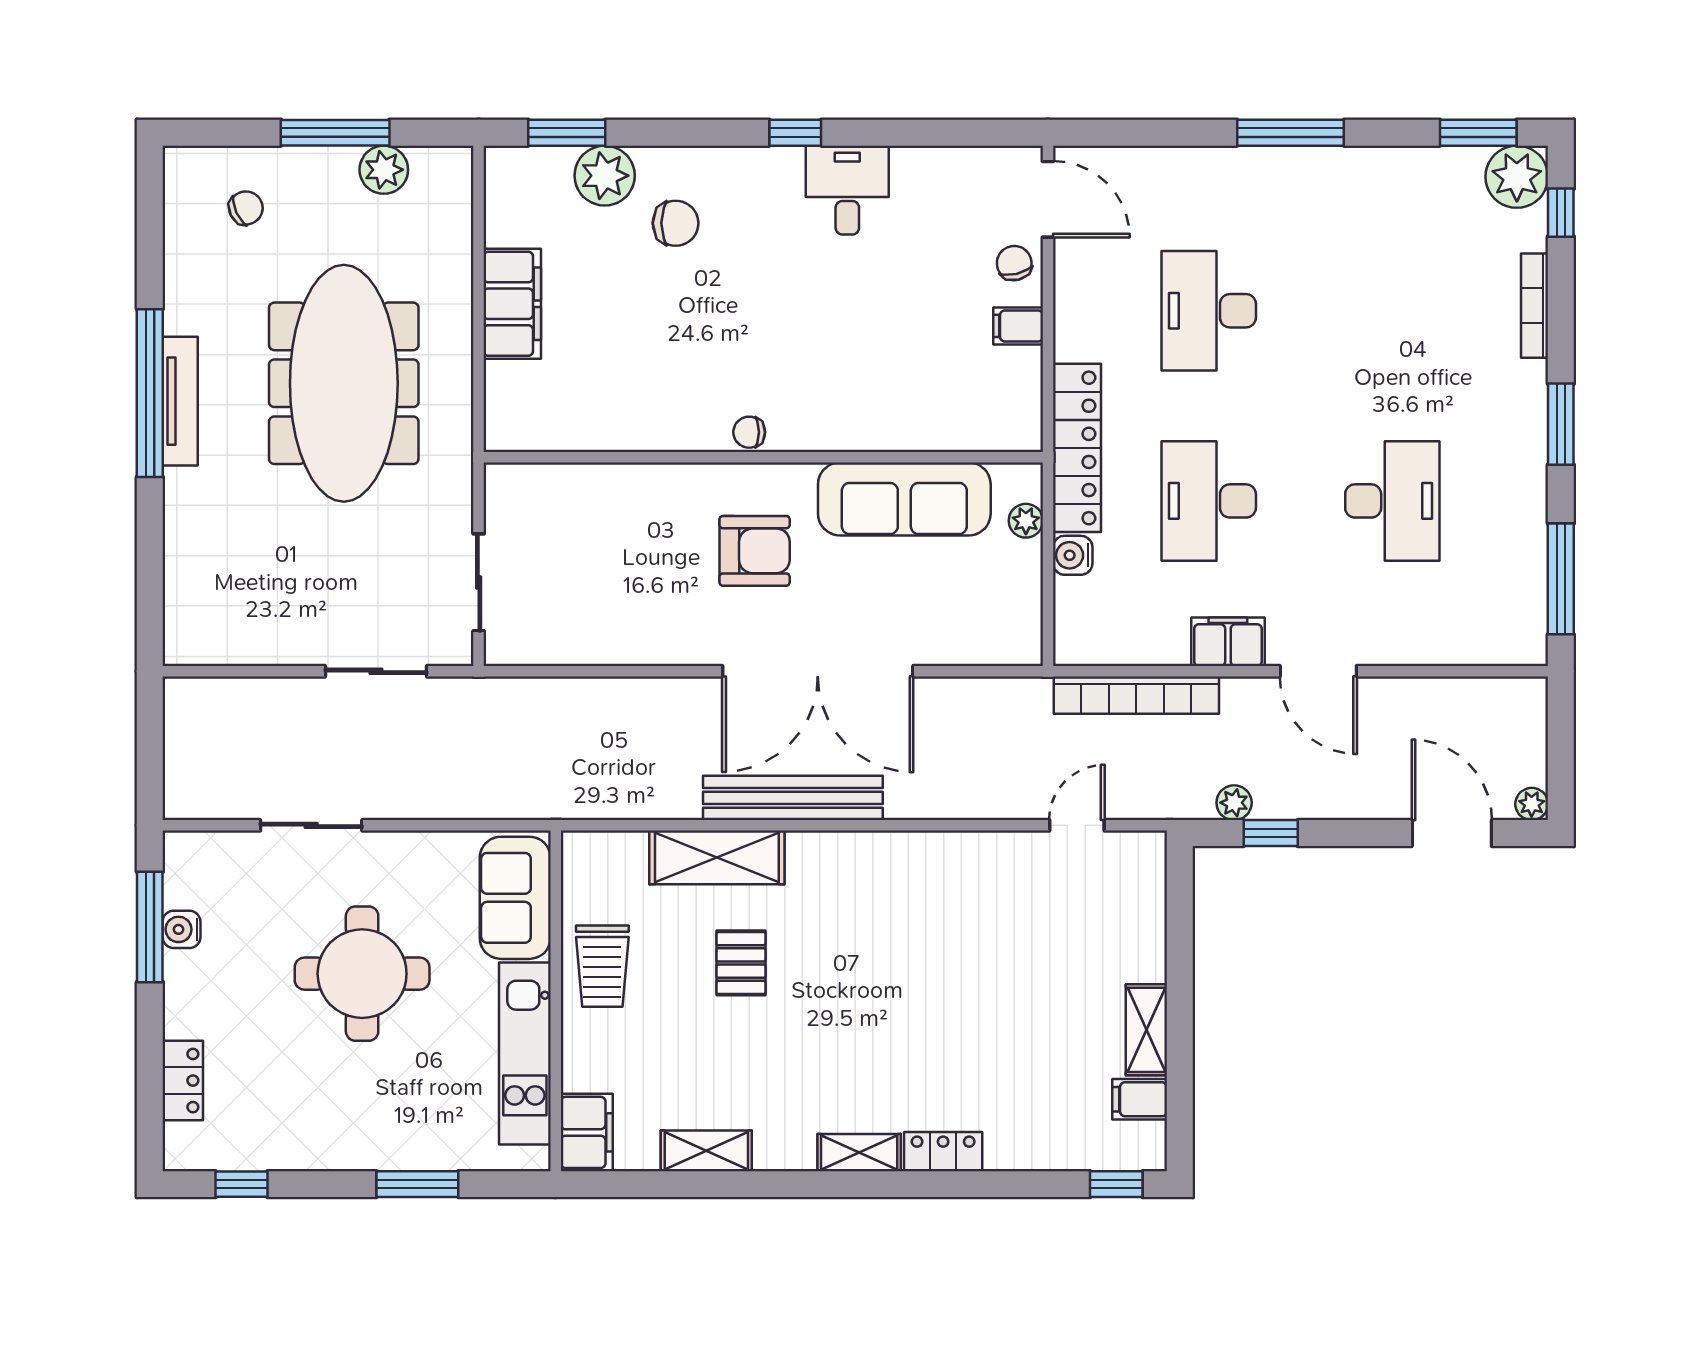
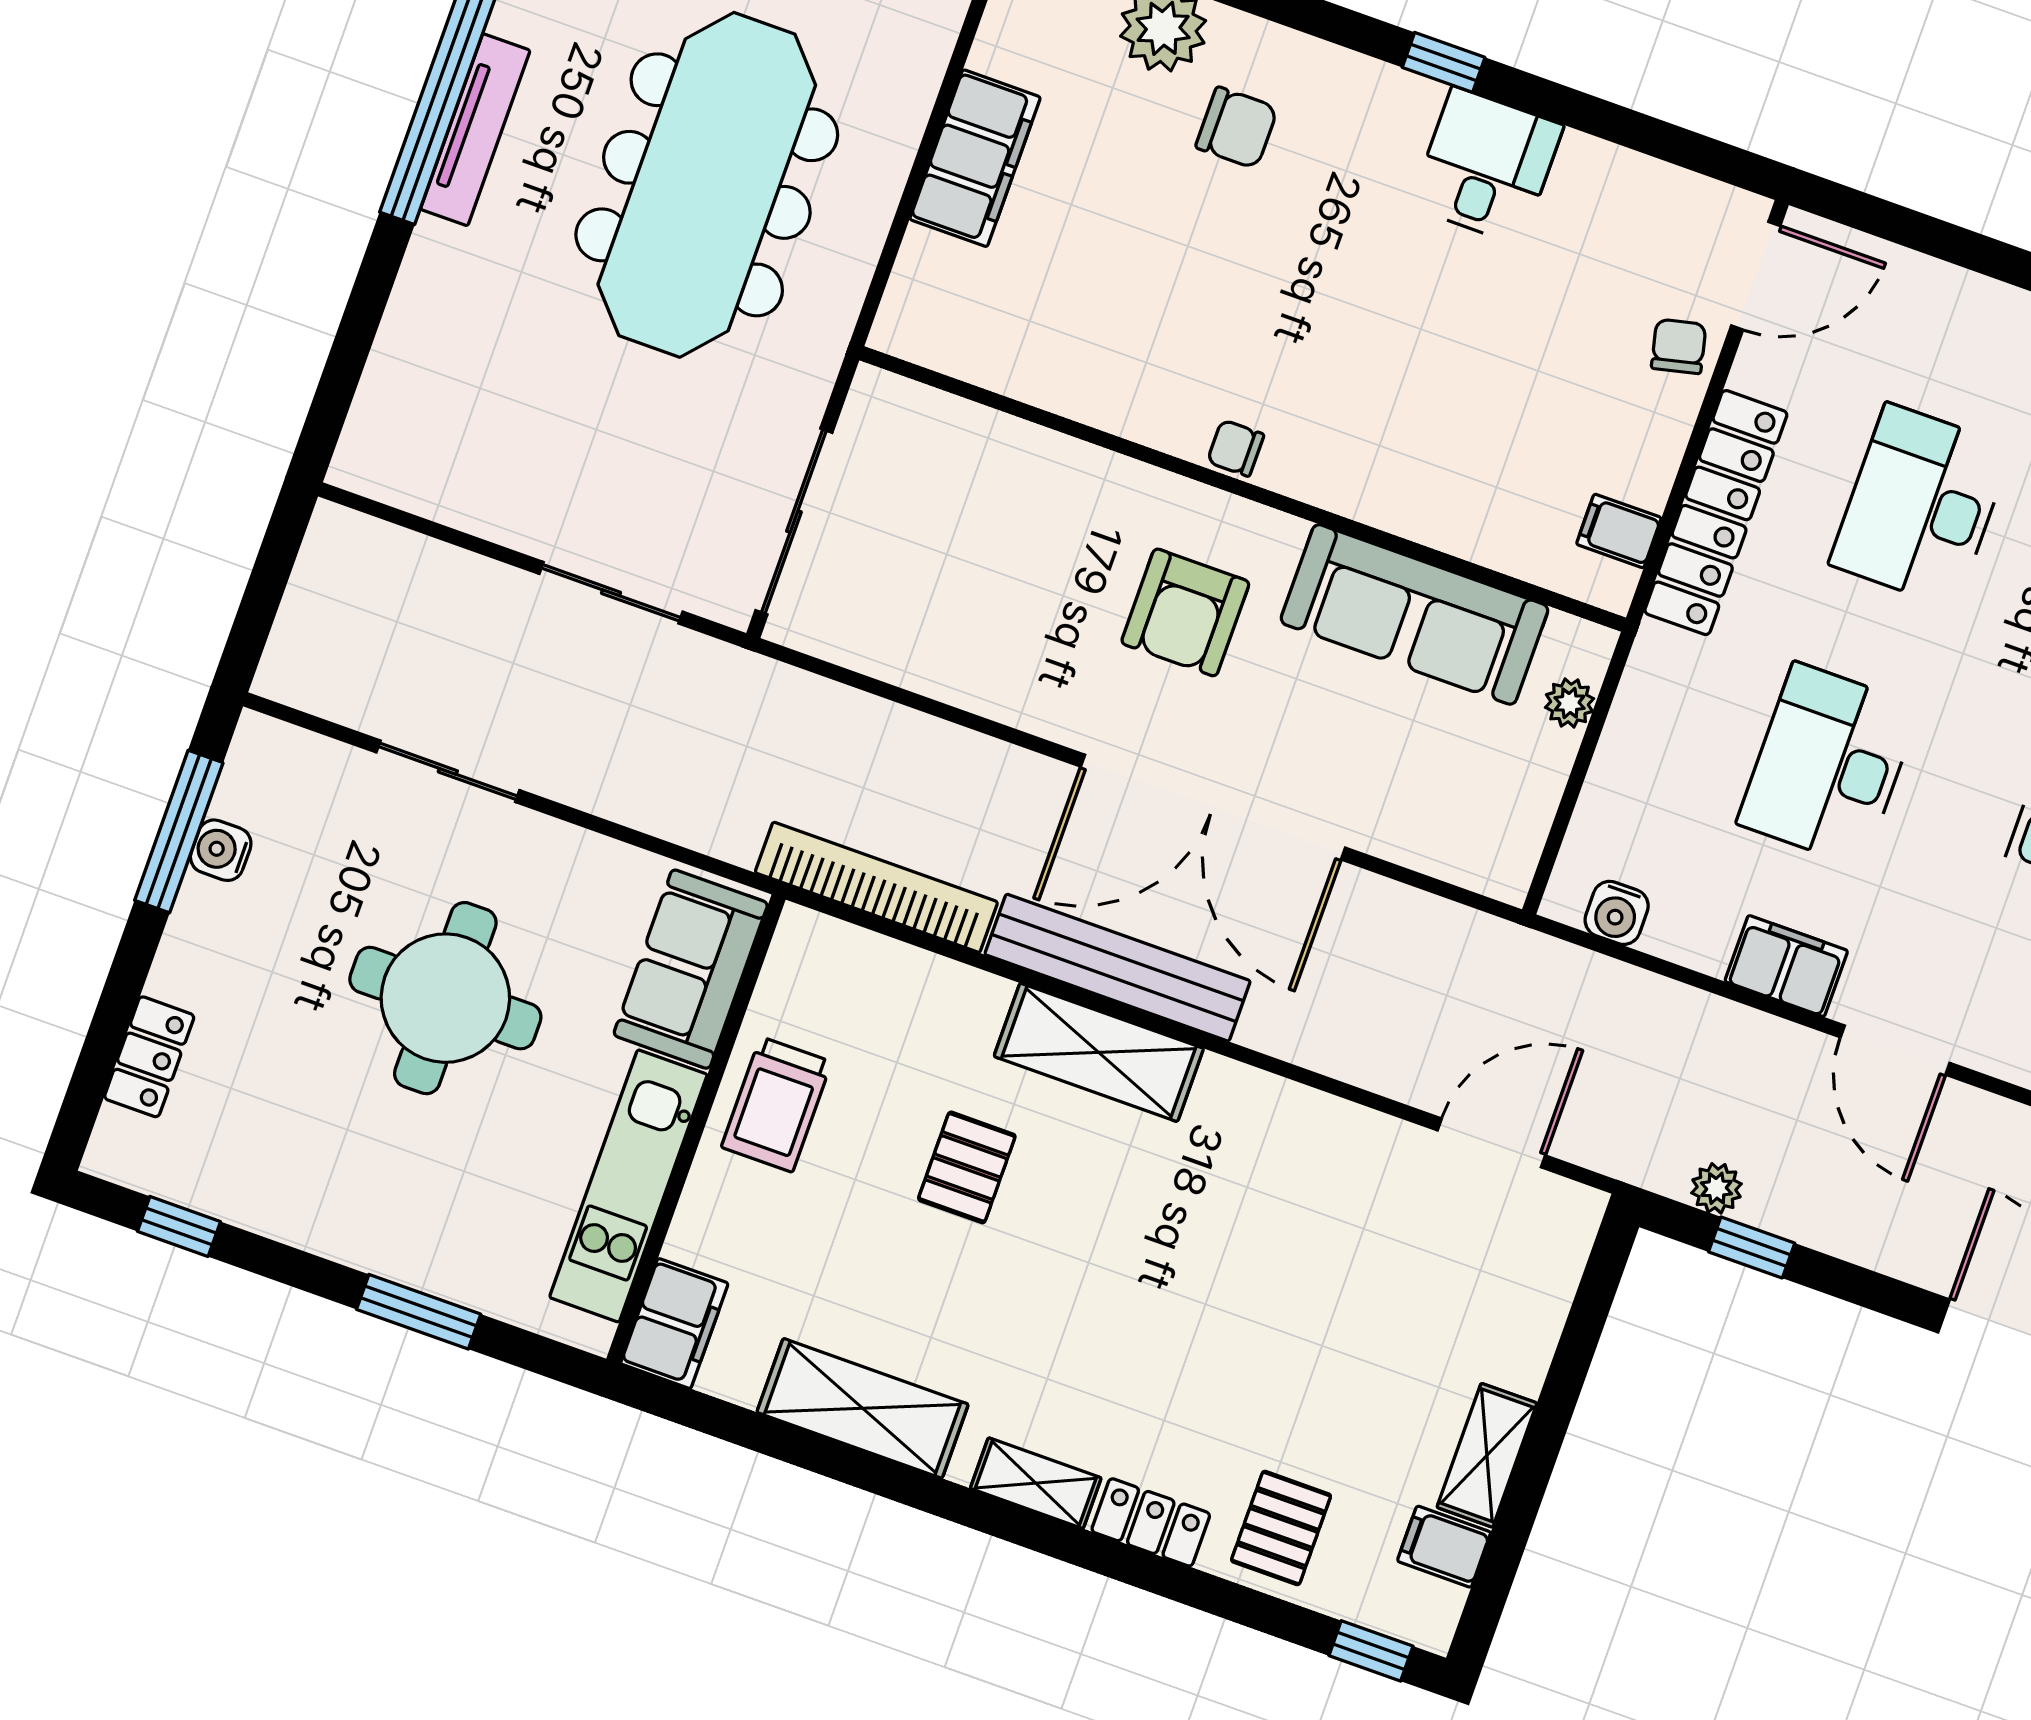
door: (1048, 199) -> (1756, 276), hinge flipped
filing cabinet: (1018, 326) -> (1619, 531), moved
locker: (1077, 448) -> (1716, 513), moved
armchair: (755, 551) -> (1185, 612), turned 90
water cooler: (1073, 555) -> (1617, 913), moved, turned -90
sliding door: (479, 582) -> (794, 522), width x1.37
bookcase: (1136, 695) -> (876, 887), moved, turned 180
door: (1077, 825) -> (1491, 1143), width x1.37
shelving: (717, 857) -> (1099, 1052), moved
pallet: (1029, 1125) -> (1281, 1528), added
shelving: (706, 1151) -> (863, 1408), width x1.50, depth x1.33

